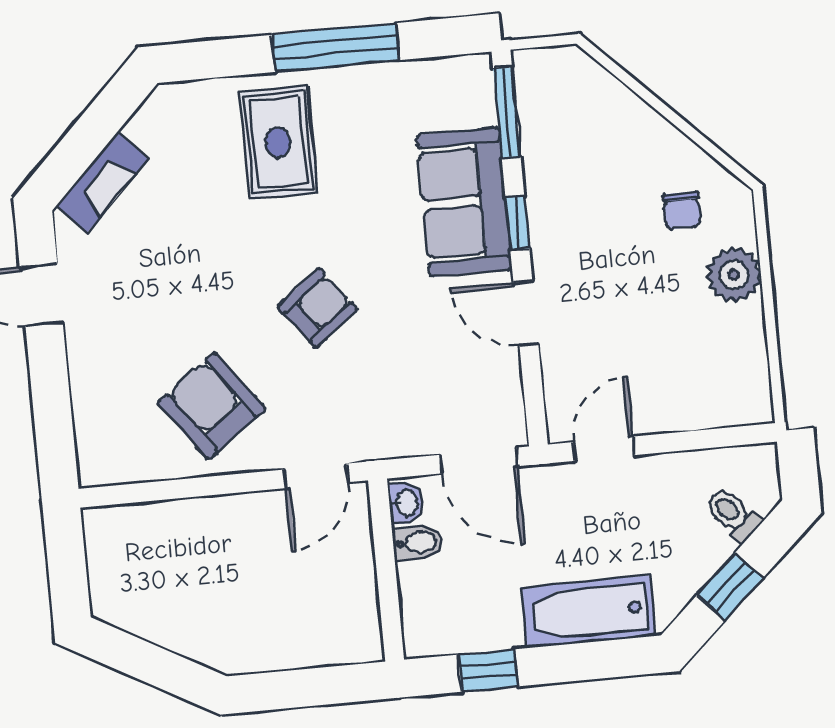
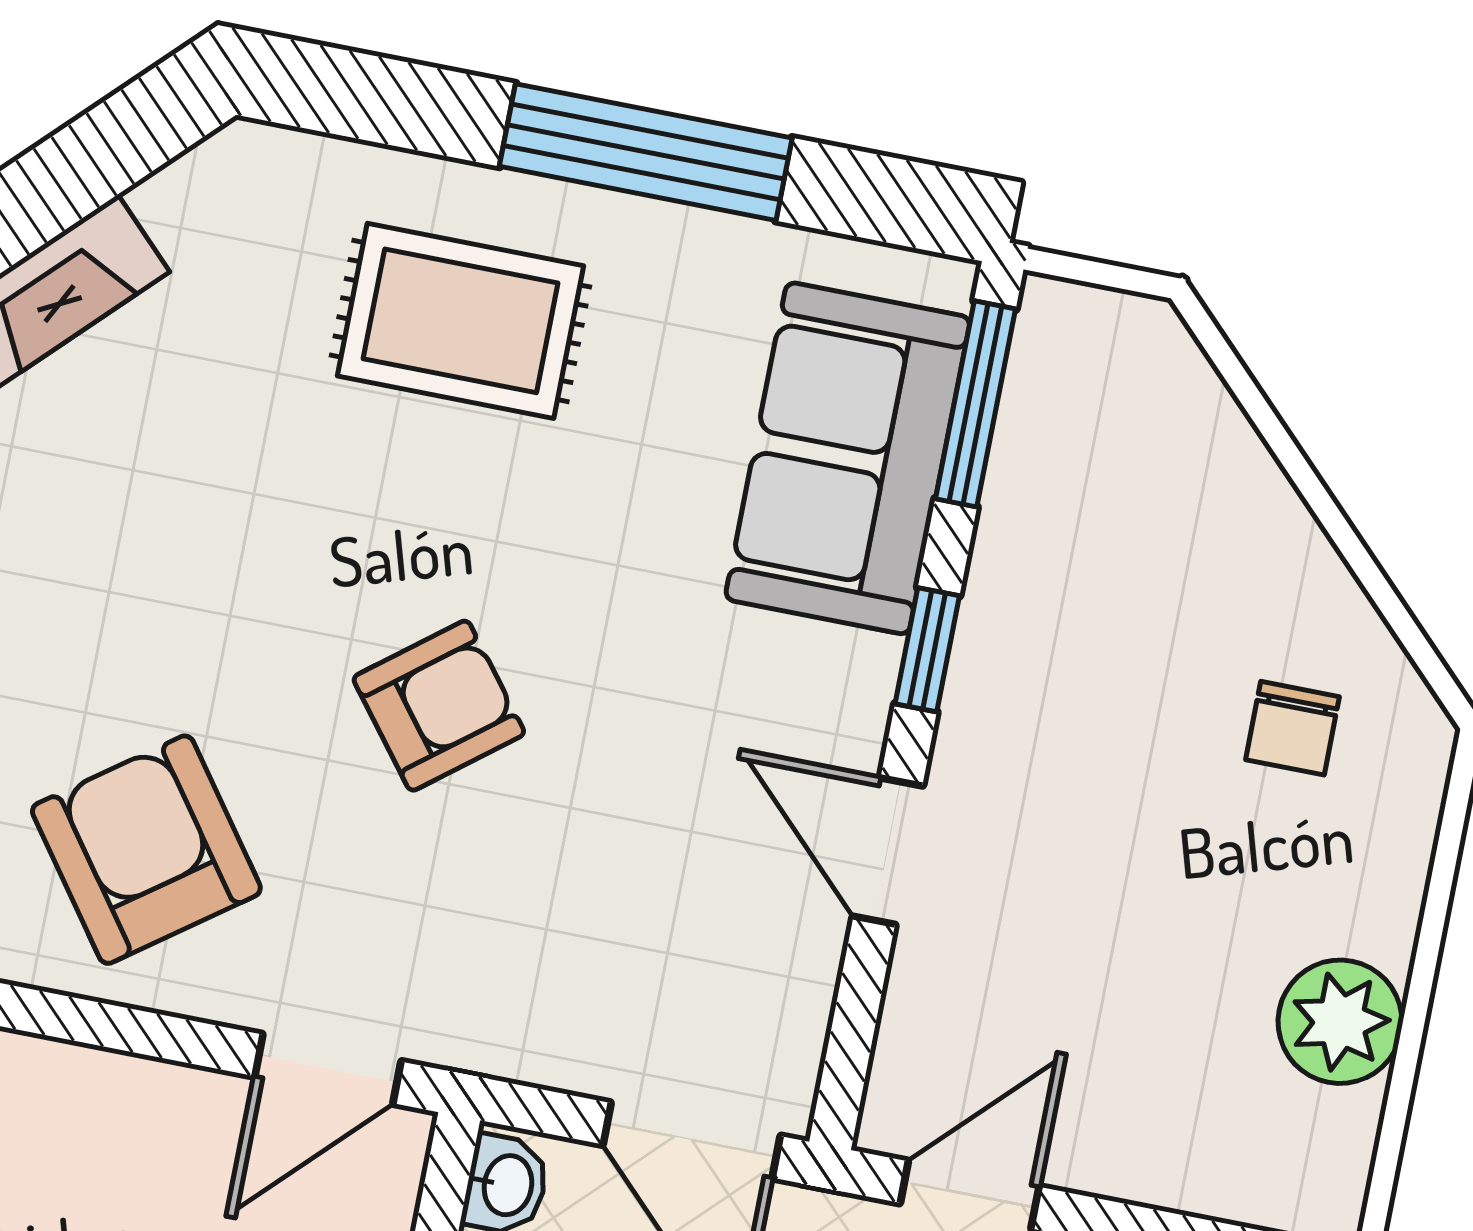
rug: (278, 142) -> (461, 321), turned 90
sofa: (464, 202) -> (848, 458), moved
plant: (734, 275) -> (1340, 1022), moved

